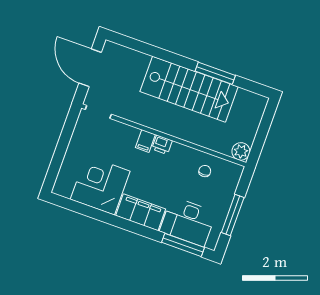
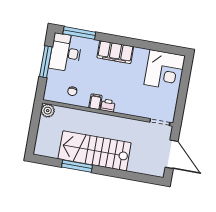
filing cabinet: (145, 141) -> (95, 102), moved
corner desk: (100, 185) -> (165, 70), moved
desk: (188, 222) -> (66, 53), moved, turned -90

